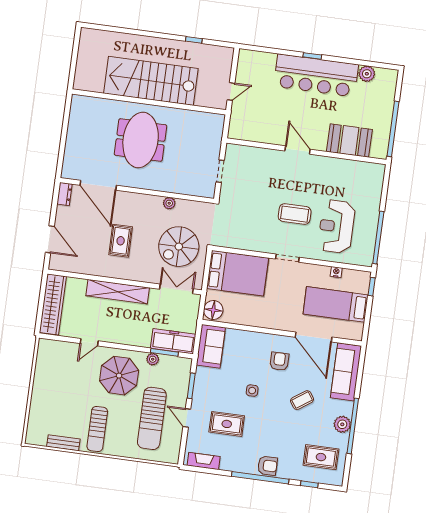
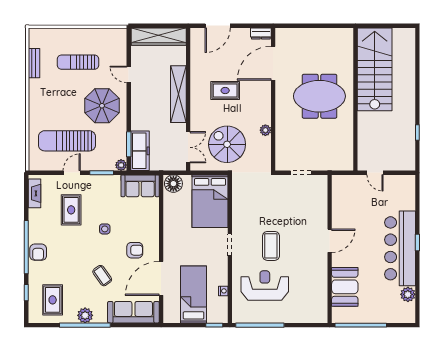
stairs: (151, 81) -> (375, 69), moved
plant: (153, 359) -> (121, 165), moved
sun lounger: (97, 429) -> (78, 62), moved

